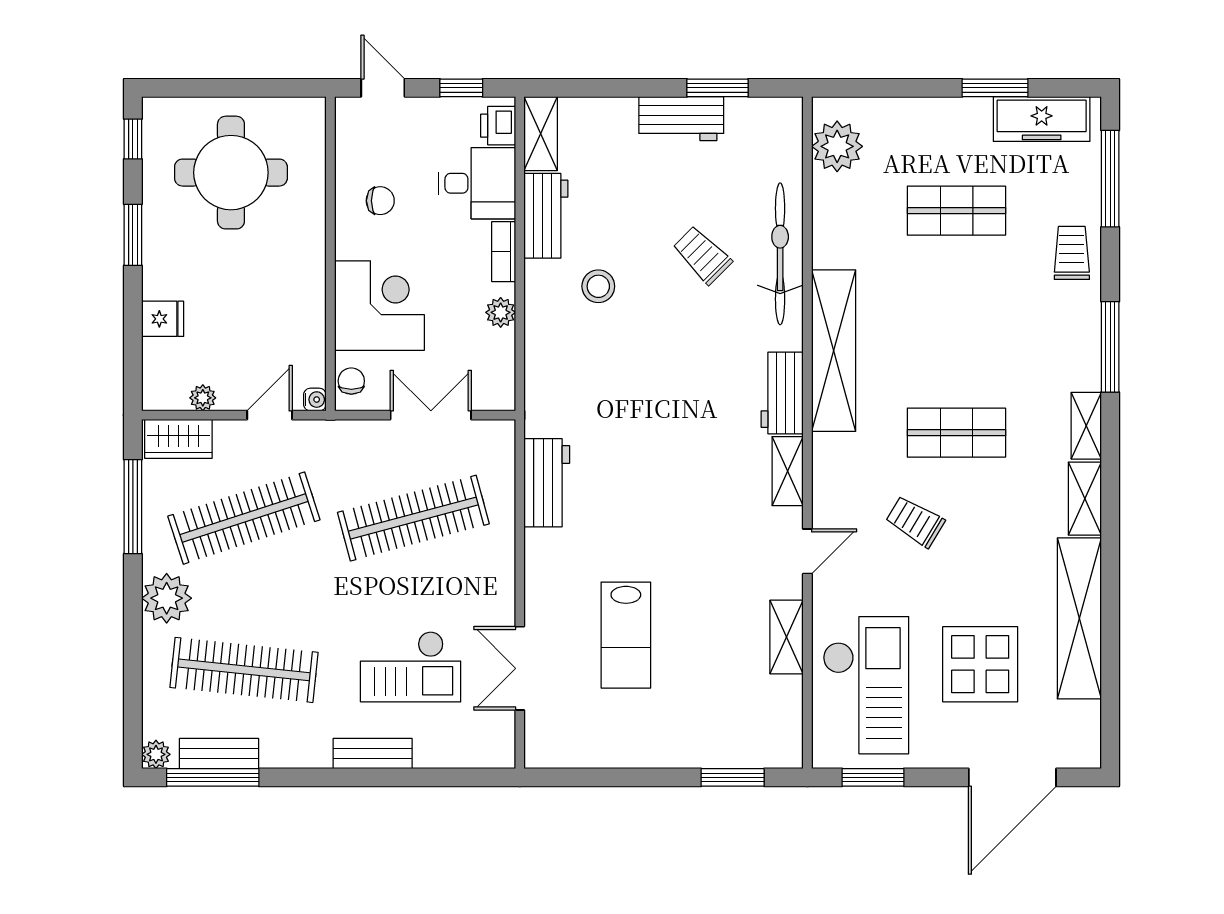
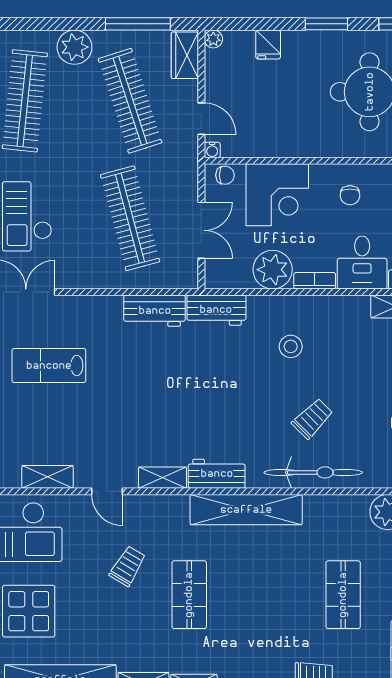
workbench: (546, 216) -> (216, 310), moved
plant: (501, 312) -> (273, 270), width x1.87, depth x1.87
plant: (203, 398) -> (213, 39), moved

